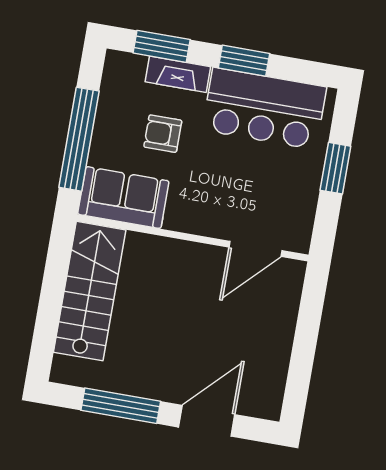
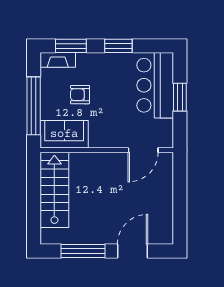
fireplace: (178, 74) -> (58, 60), moved
bar counter: (264, 109) -> (155, 85), moved, turned 90

